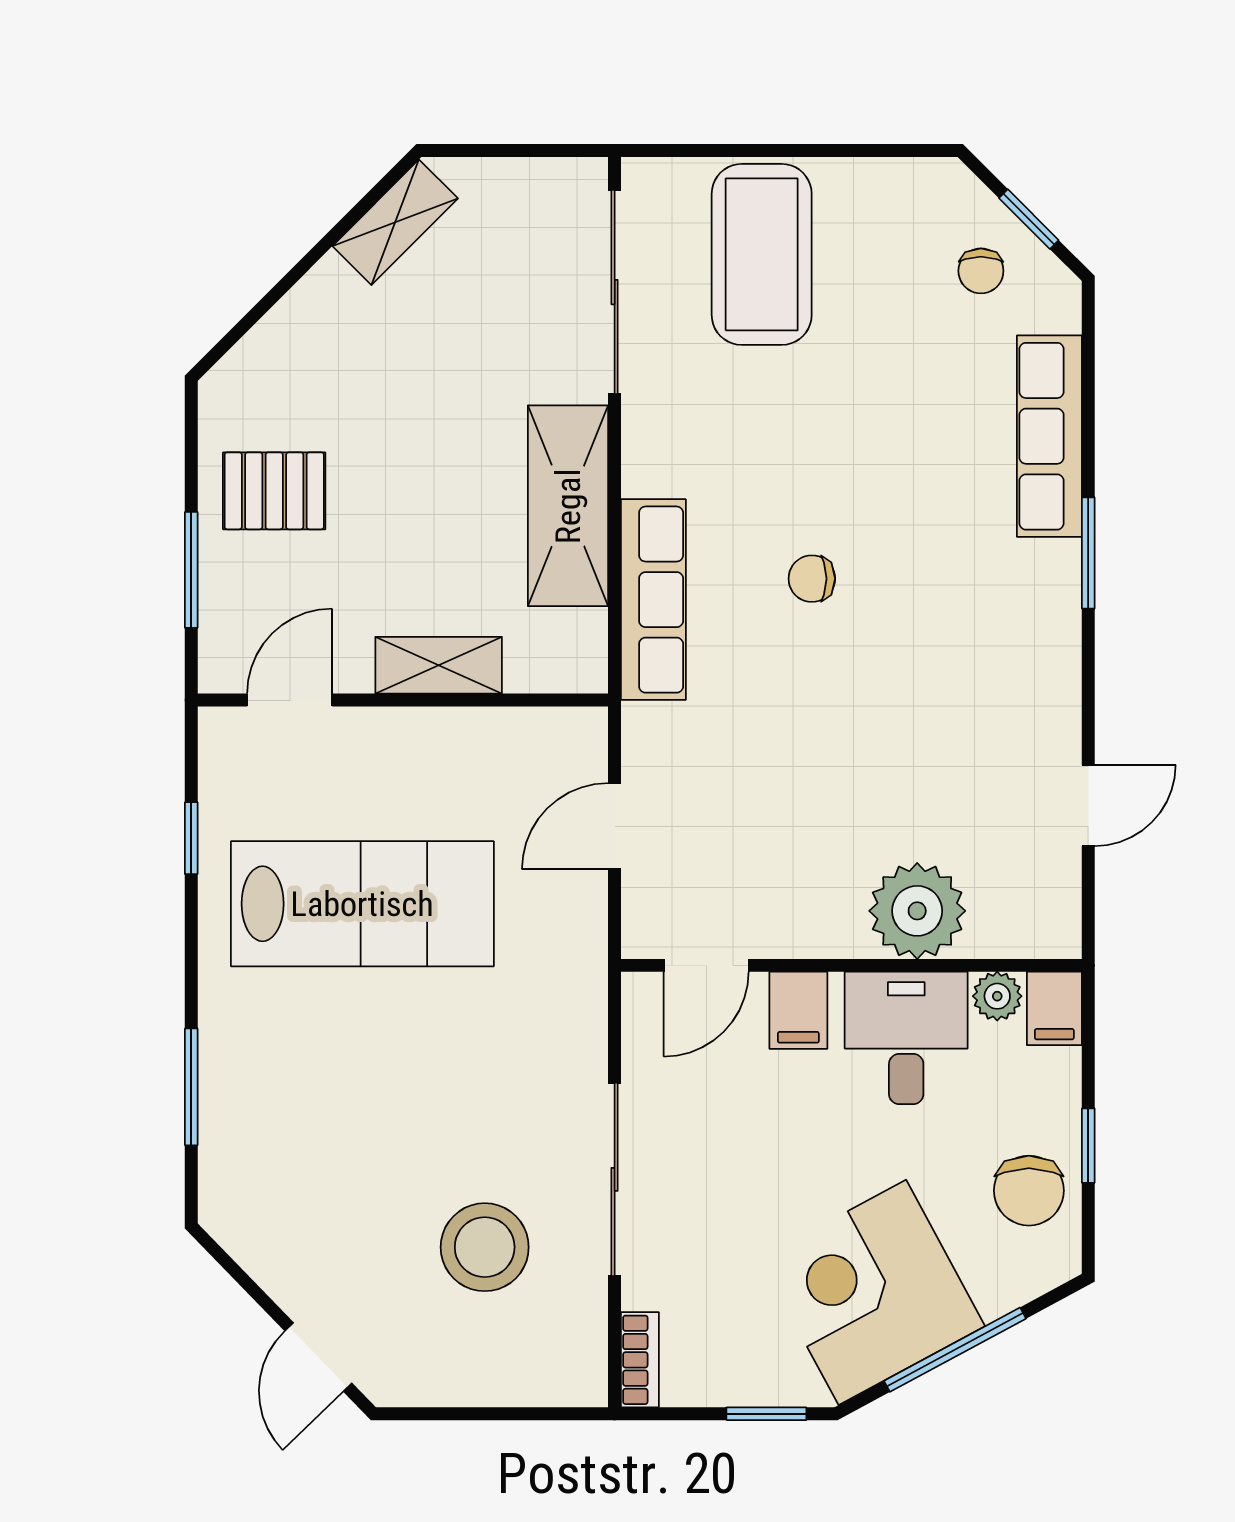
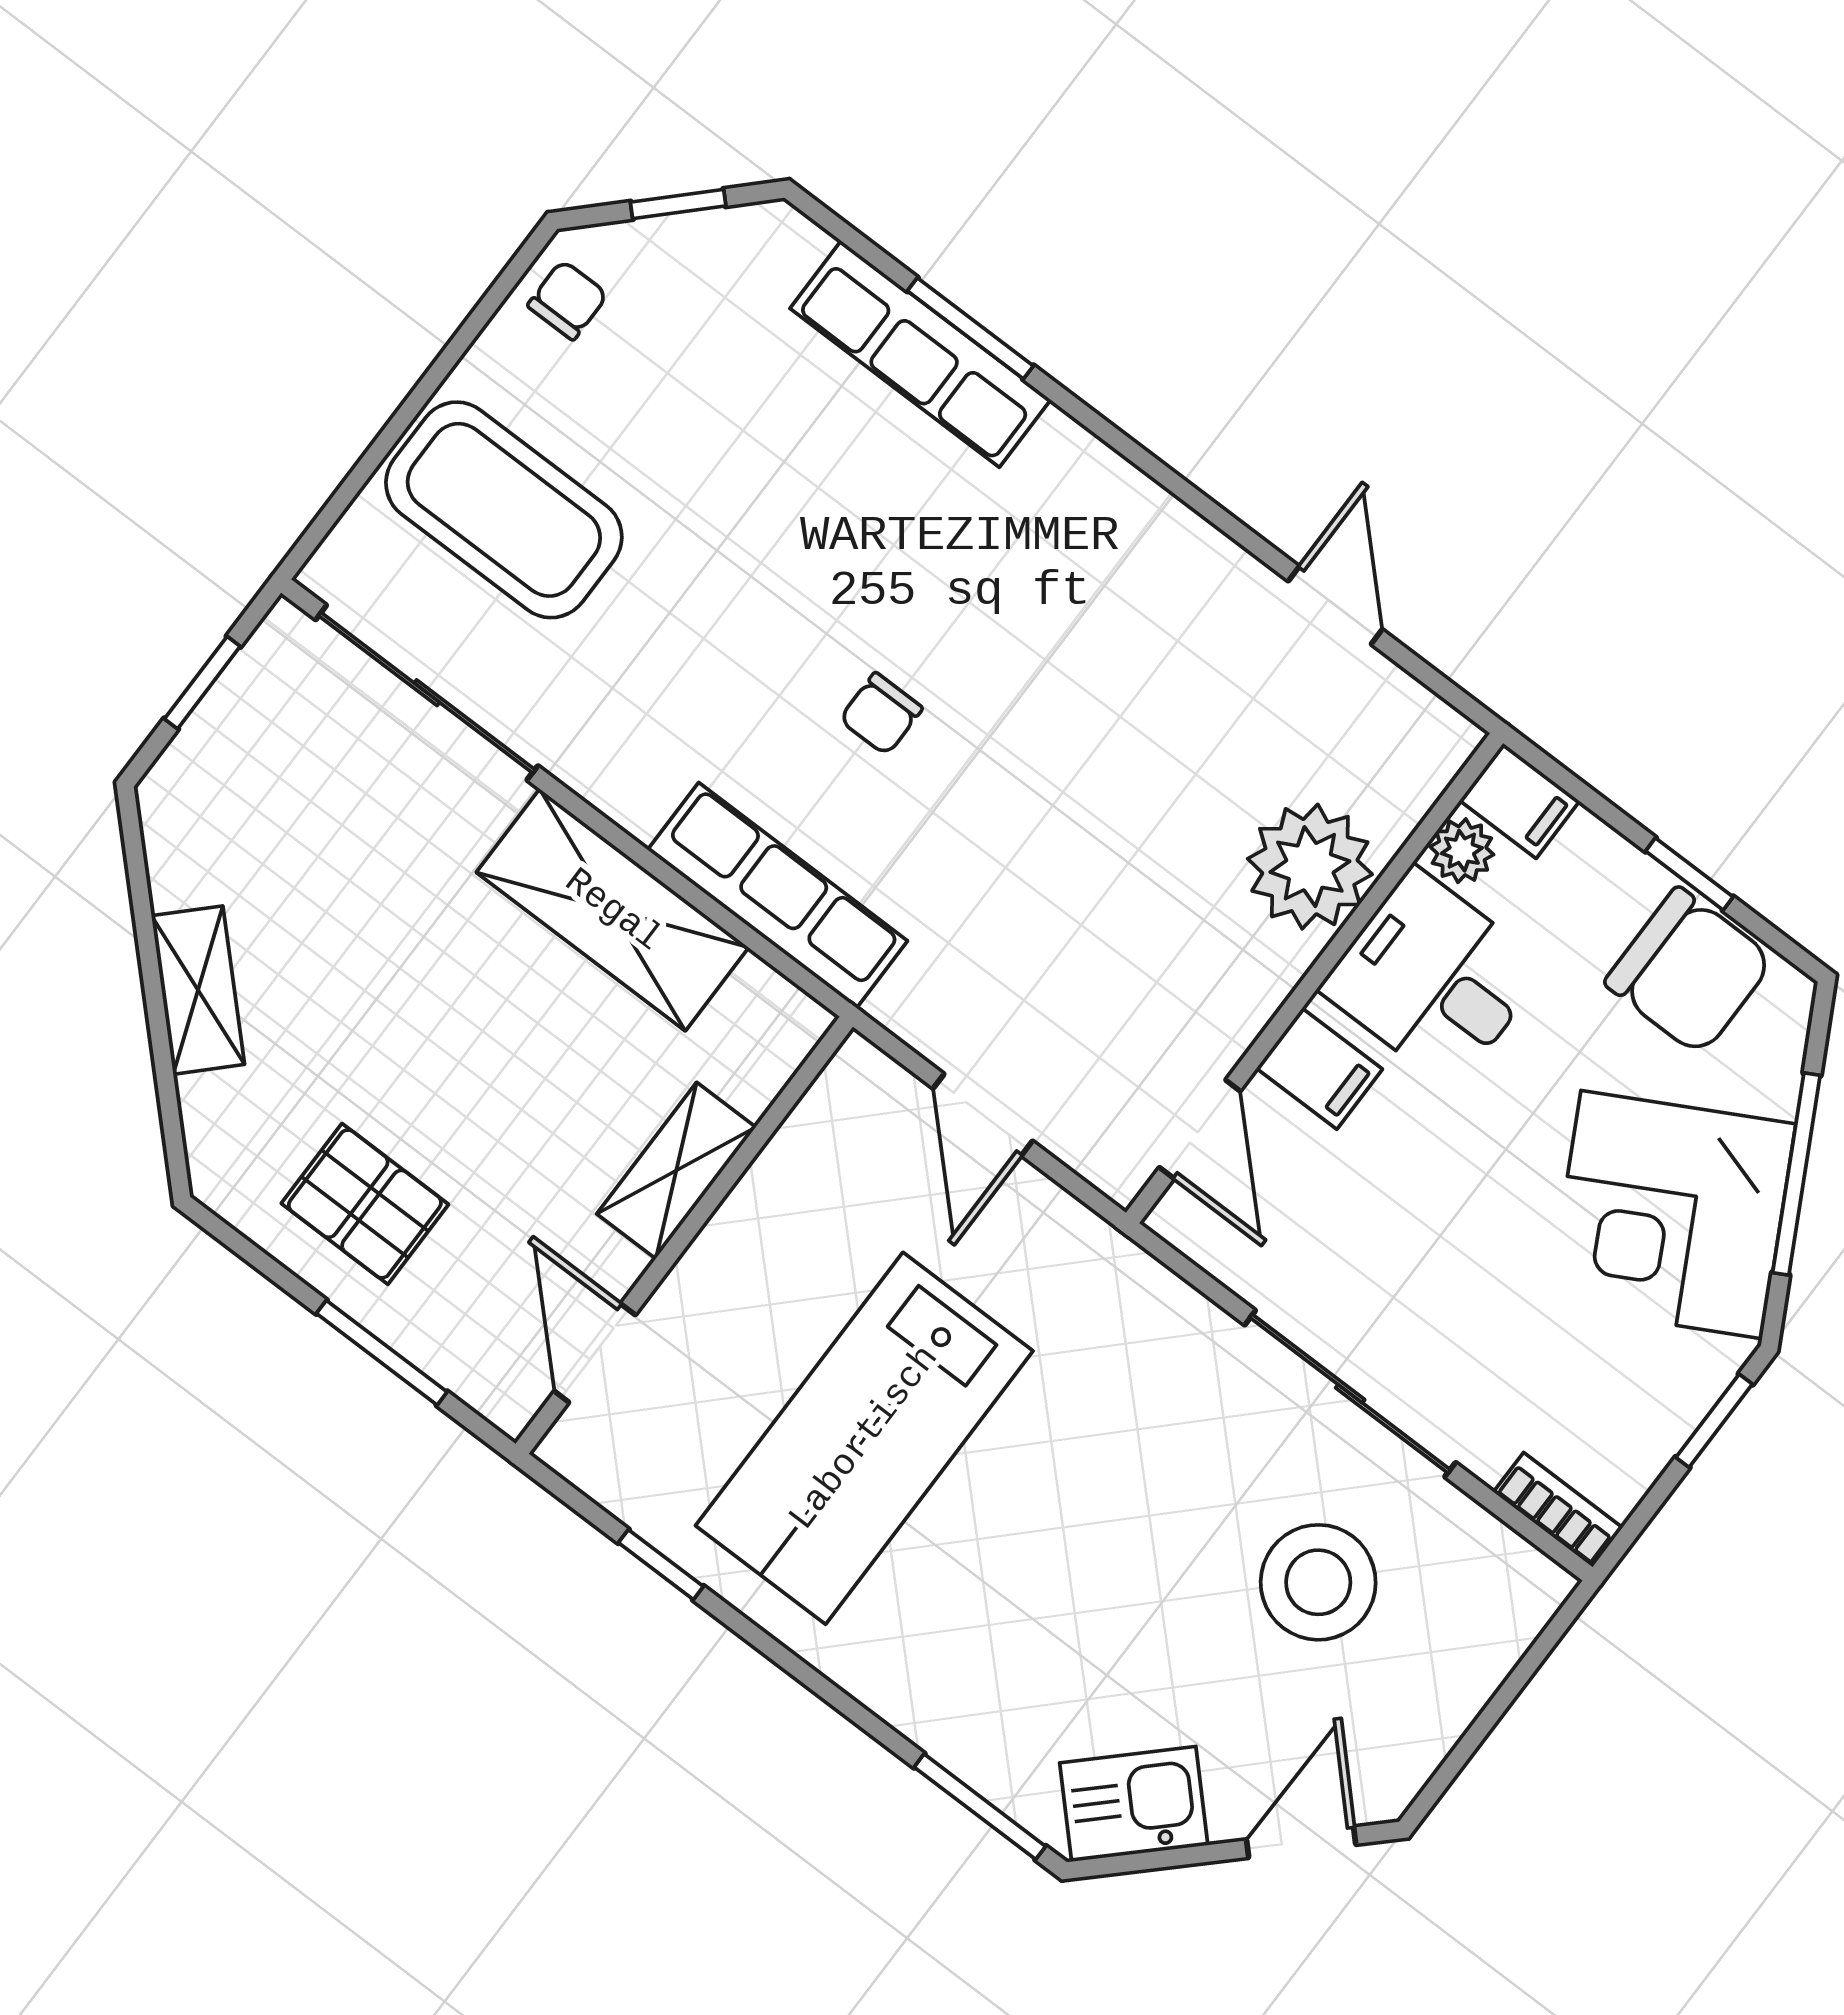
window: (517, 150) -> (202, 683), added
shelving: (395, 222) -> (198, 990), moved
chair: (981, 271) -> (568, 300), moved, turned -90
pallet: (274, 491) -> (365, 1204), turned 90
window: (1088, 553) -> (970, 328), moved
lab bench: (362, 904) -> (864, 1438), turned 180
window: (191, 1087) -> (980, 1807), moved
chair: (1029, 1191) -> (1689, 971), width x1.37, depth x1.37
kitchen sink: (264, 1237) -> (1134, 1804), added
door: (318, 1357) -> (1301, 1842), swing flipped

